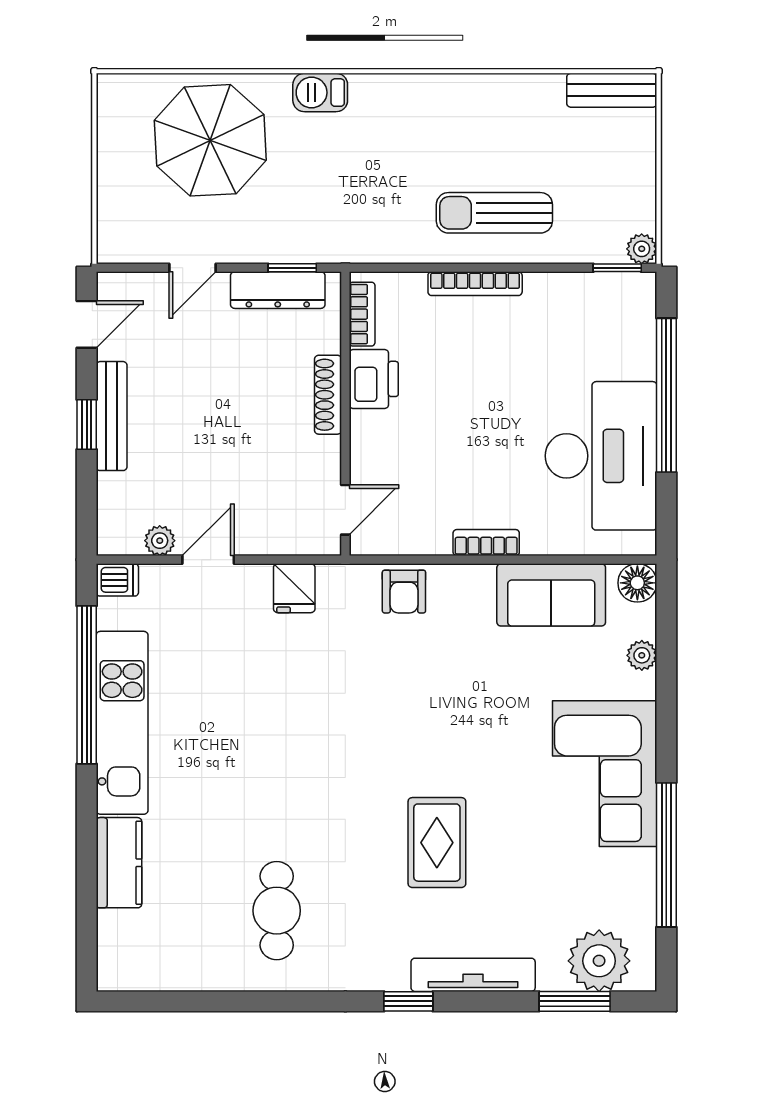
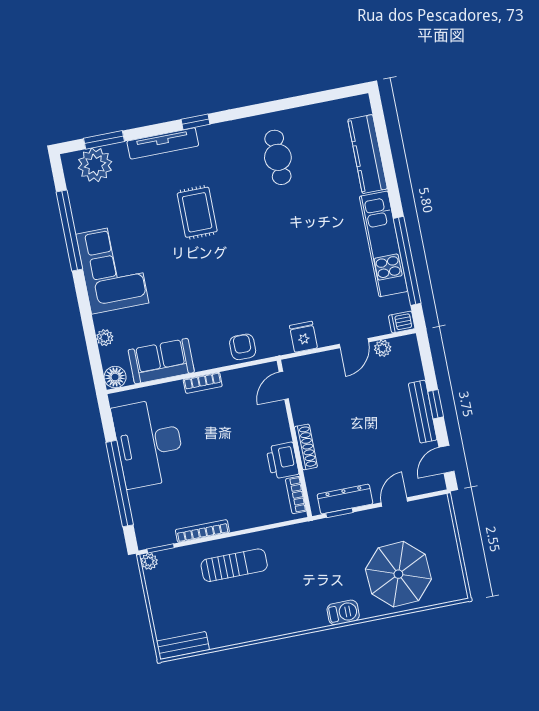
bookcase: (475, 284) -> (202, 531), moved
kitchen counter: (119, 863) -> (368, 154), width x1.50

